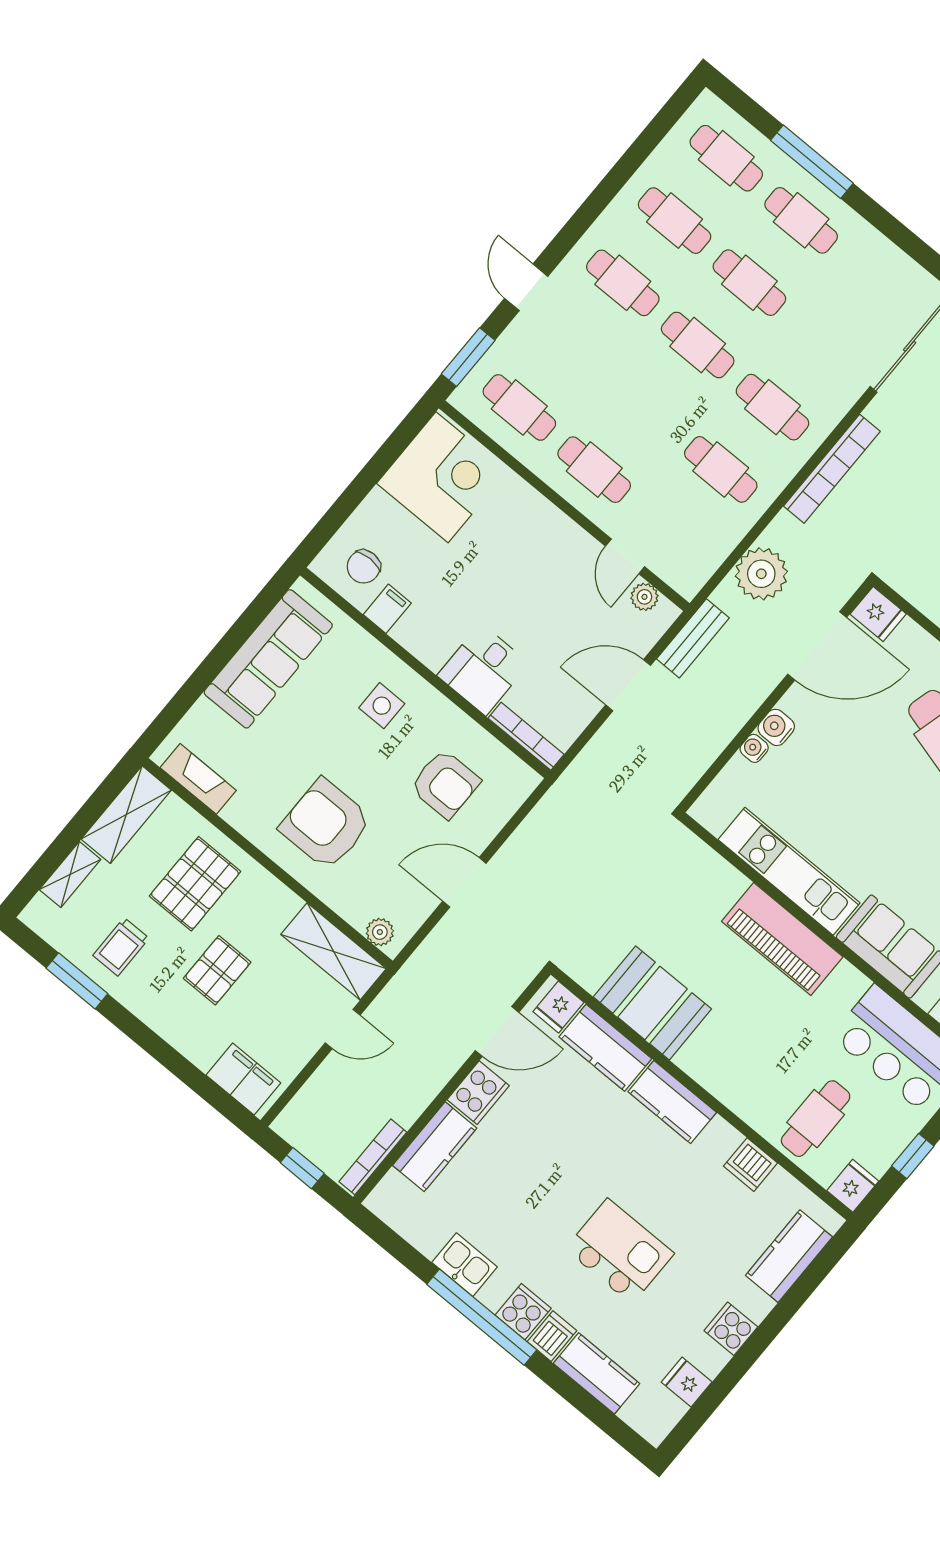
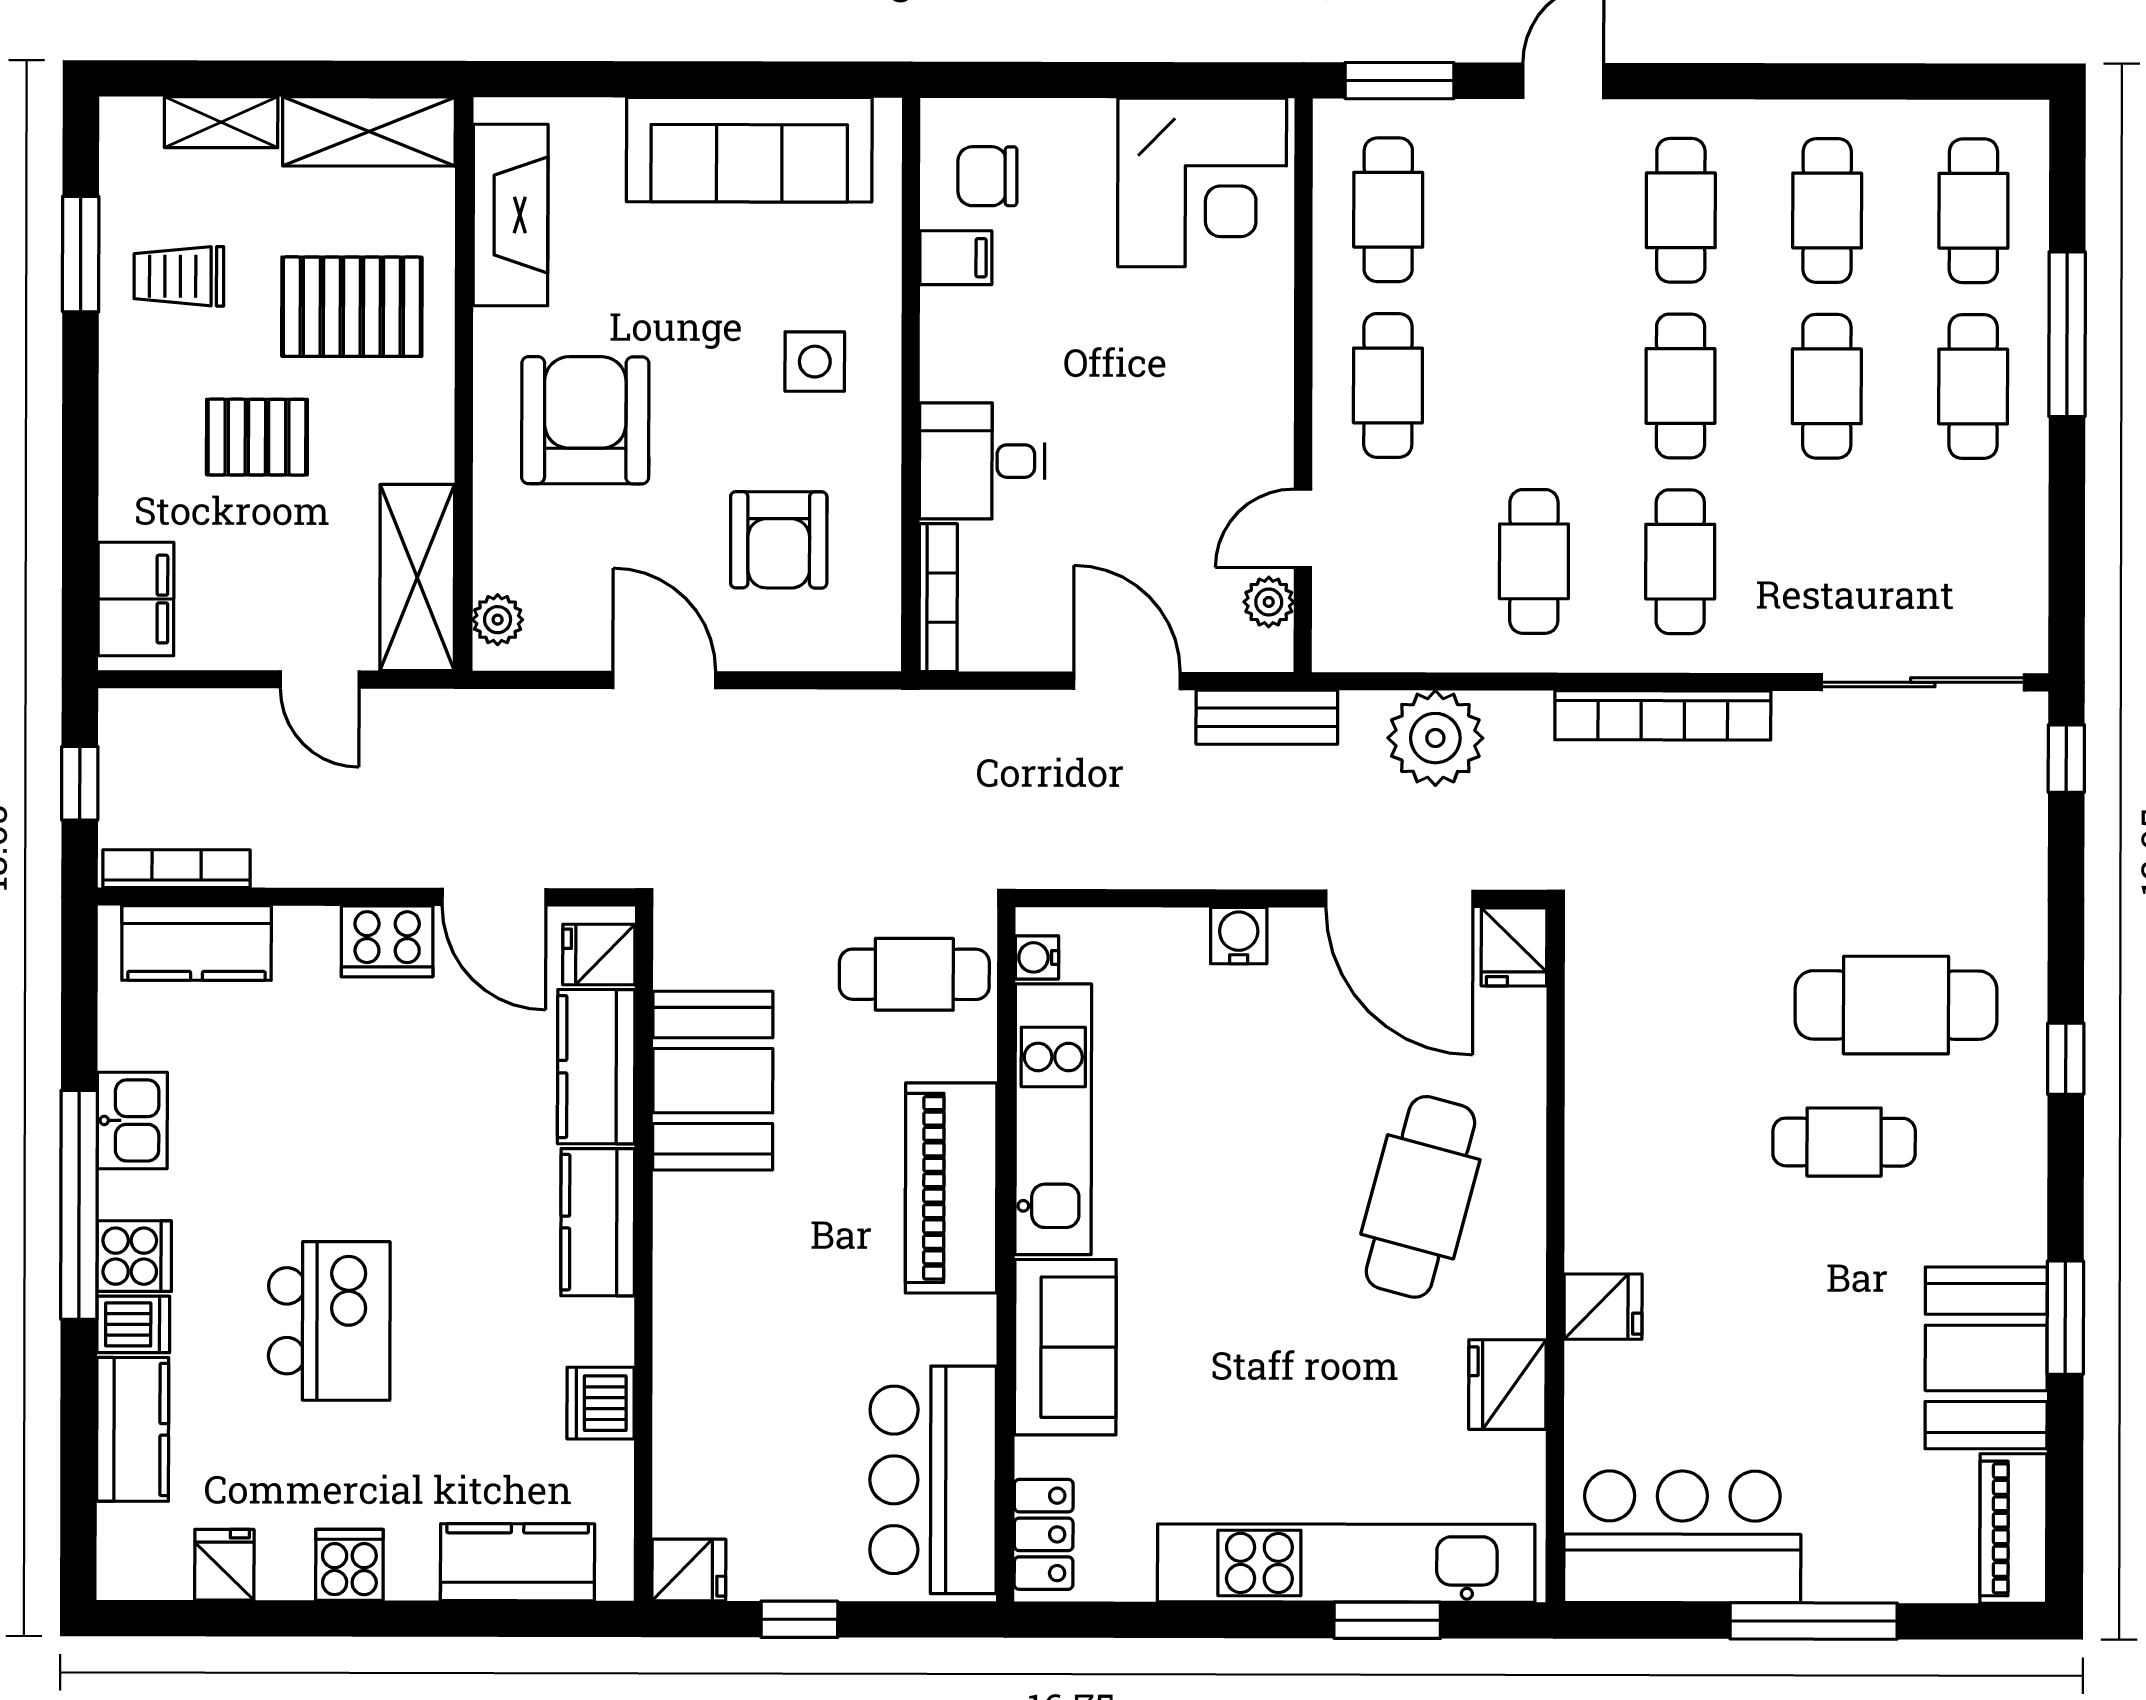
water cooler: (754, 748) -> (1037, 957), moved, turned -90
fireplace: (198, 779) -> (511, 215), width x1.37, depth x1.32
cafe table: (816, 1119) -> (914, 974), moved
kitchen counter: (435, 1147) -> (197, 943), moved

